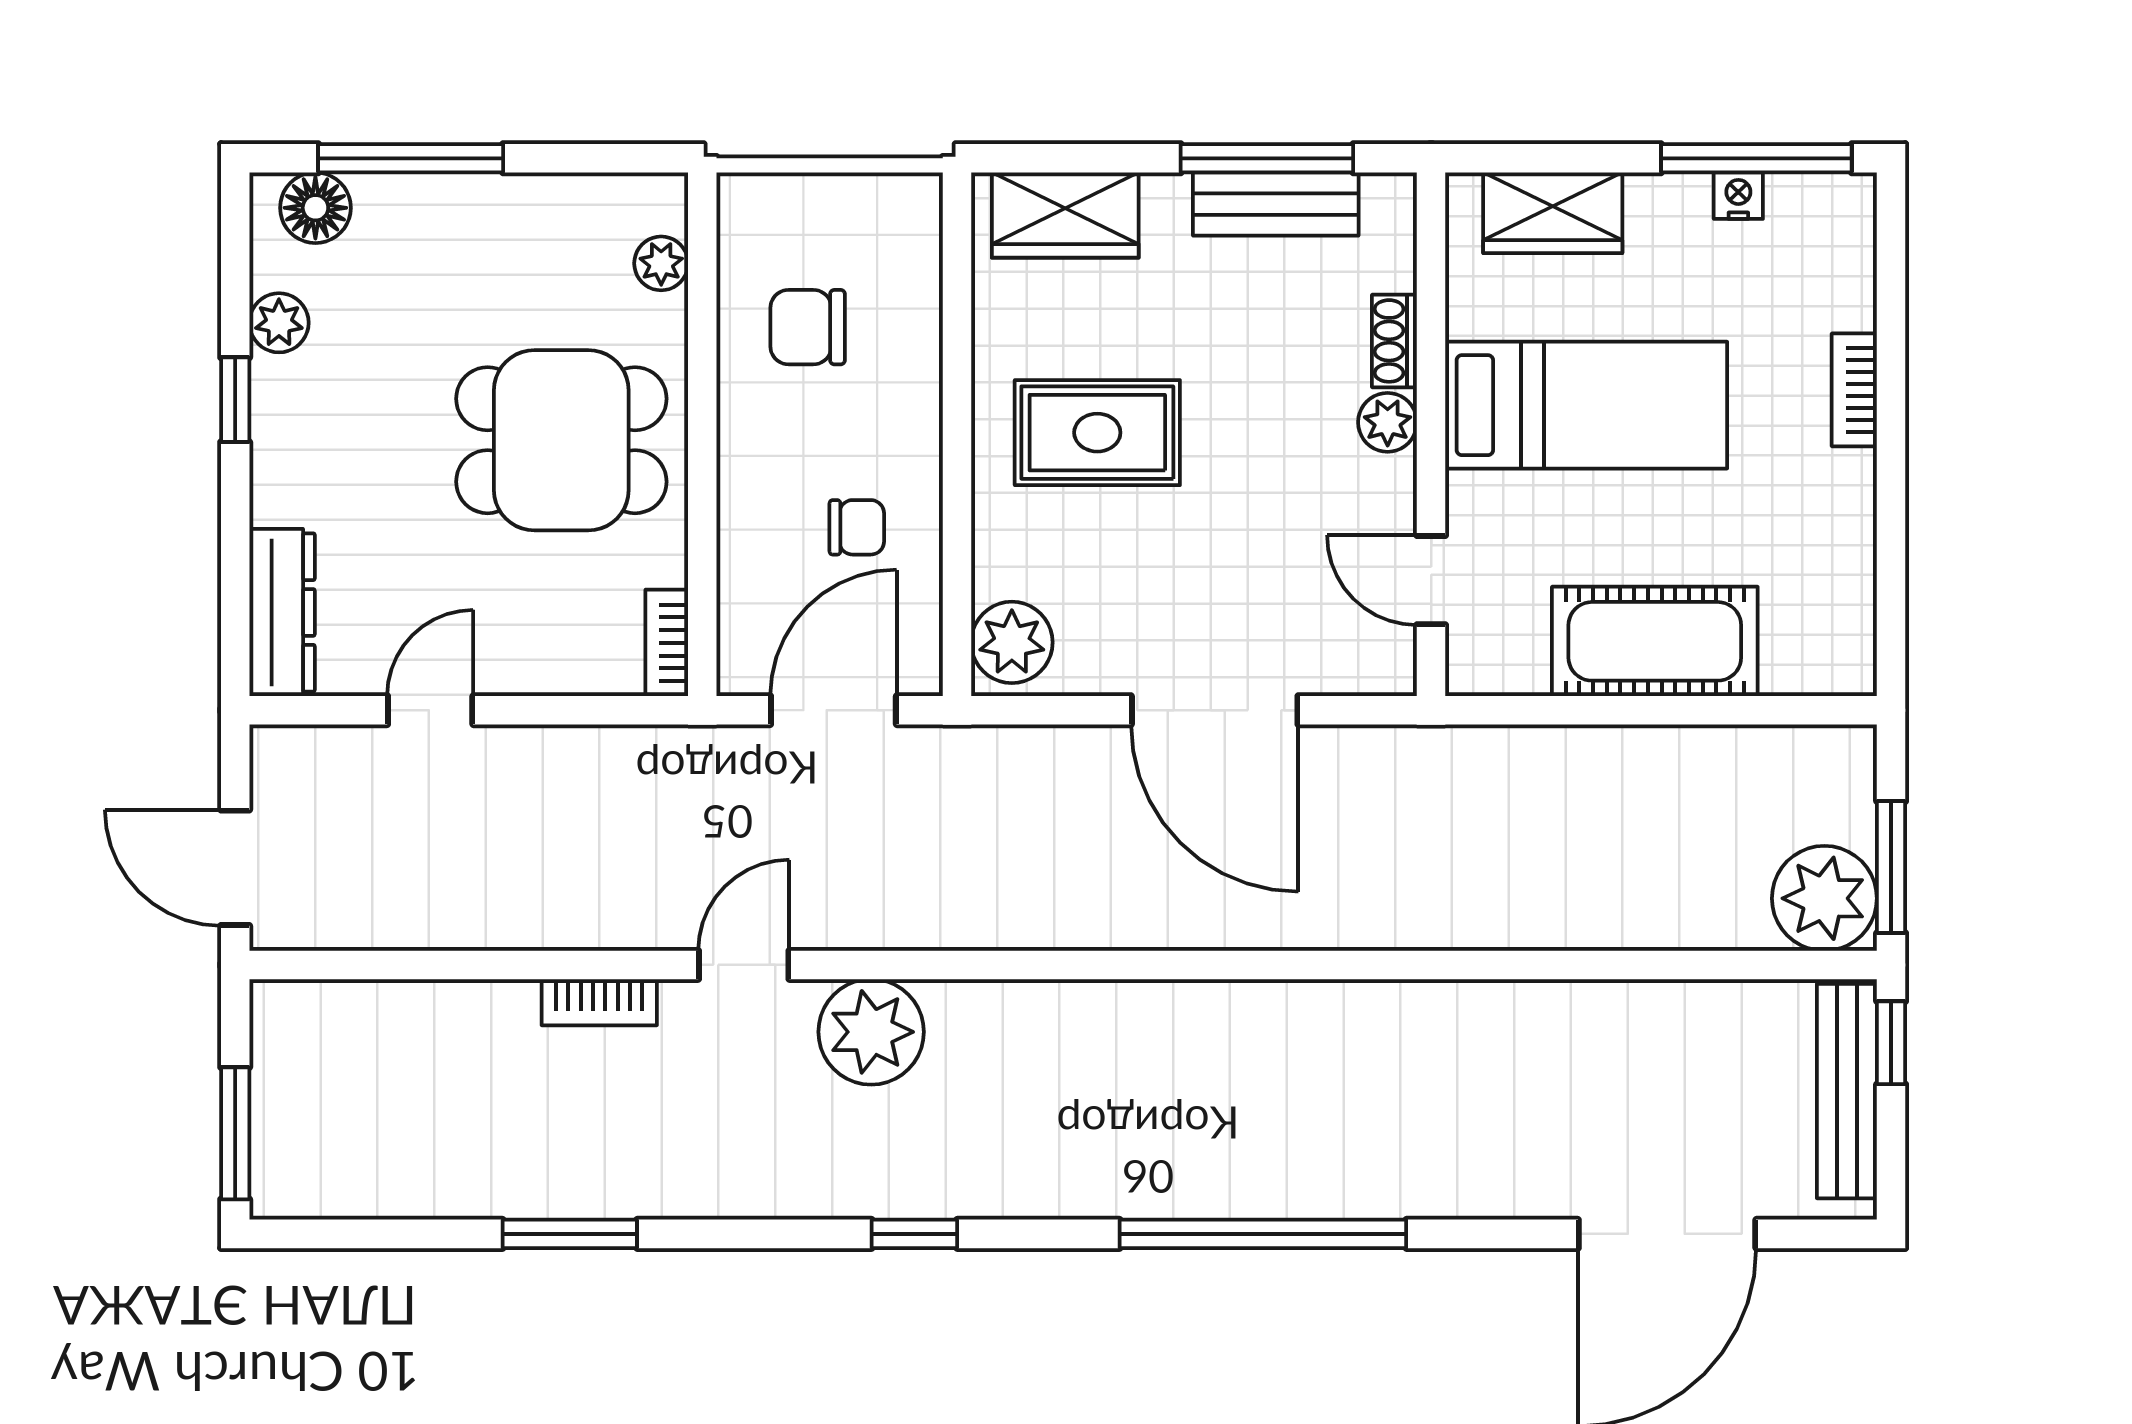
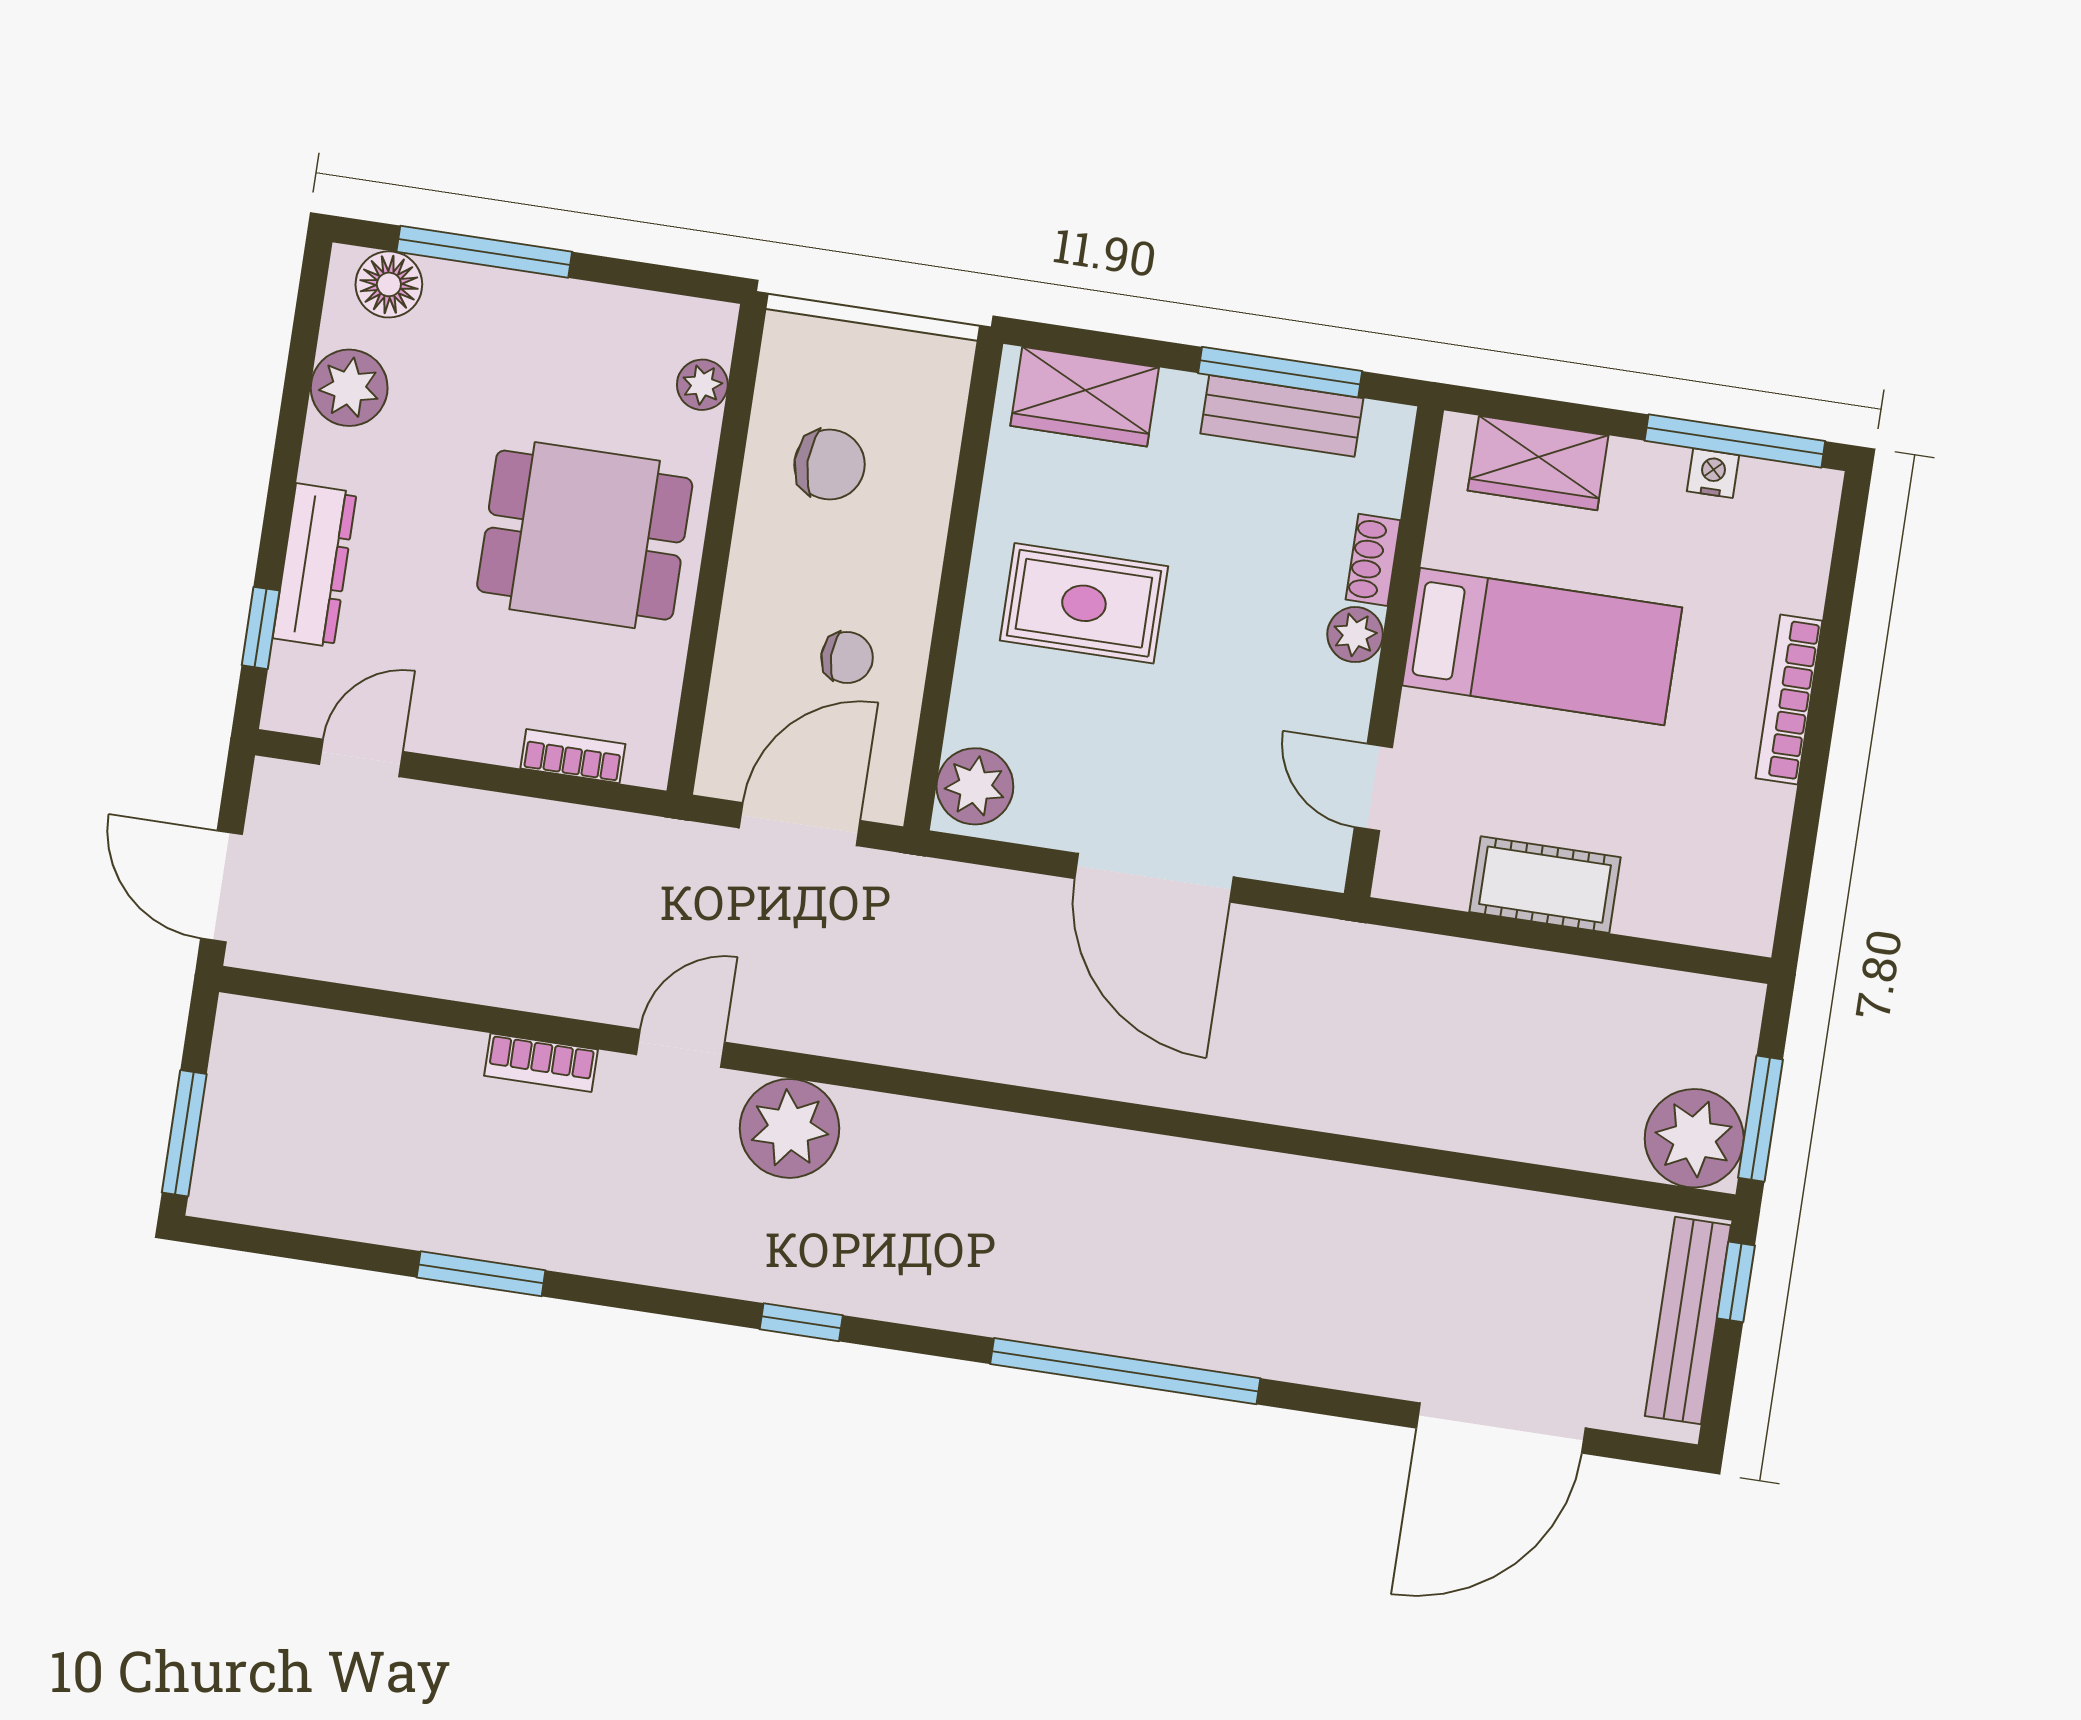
plant: (279, 323) -> (349, 388), width x1.38, depth x1.38
chair: (808, 327) -> (830, 465), turned 180
bookcase: (1854, 390) -> (1789, 699), width x1.56
window: (235, 400) -> (261, 628), moved
dresser: (282, 612) -> (315, 565), moved
cot: (1655, 641) -> (1545, 885), width x0.73, depth x0.75
bookcase: (667, 643) -> (573, 756), moved, turned 90
door: (430, 710) -> (361, 758), moved

